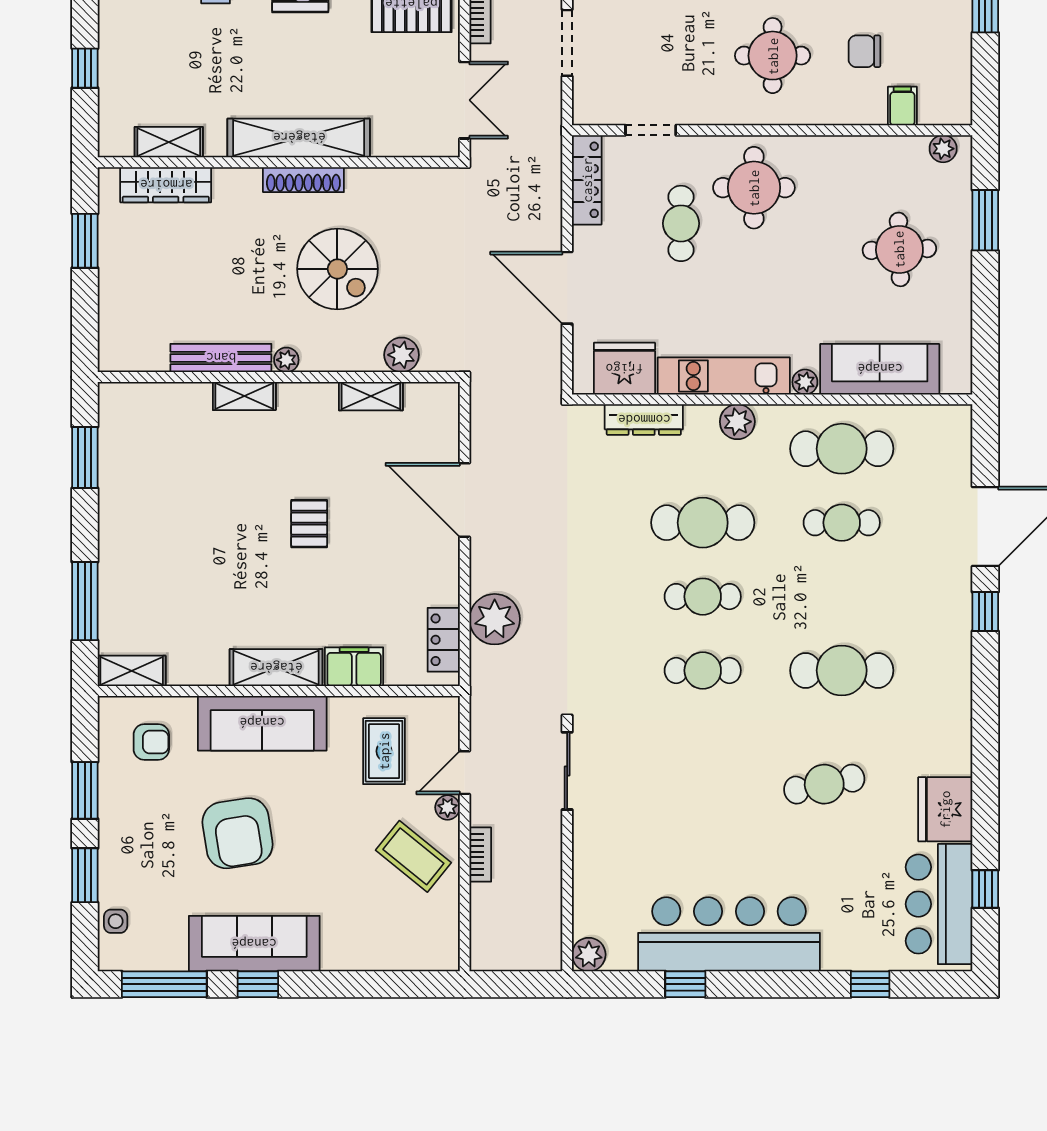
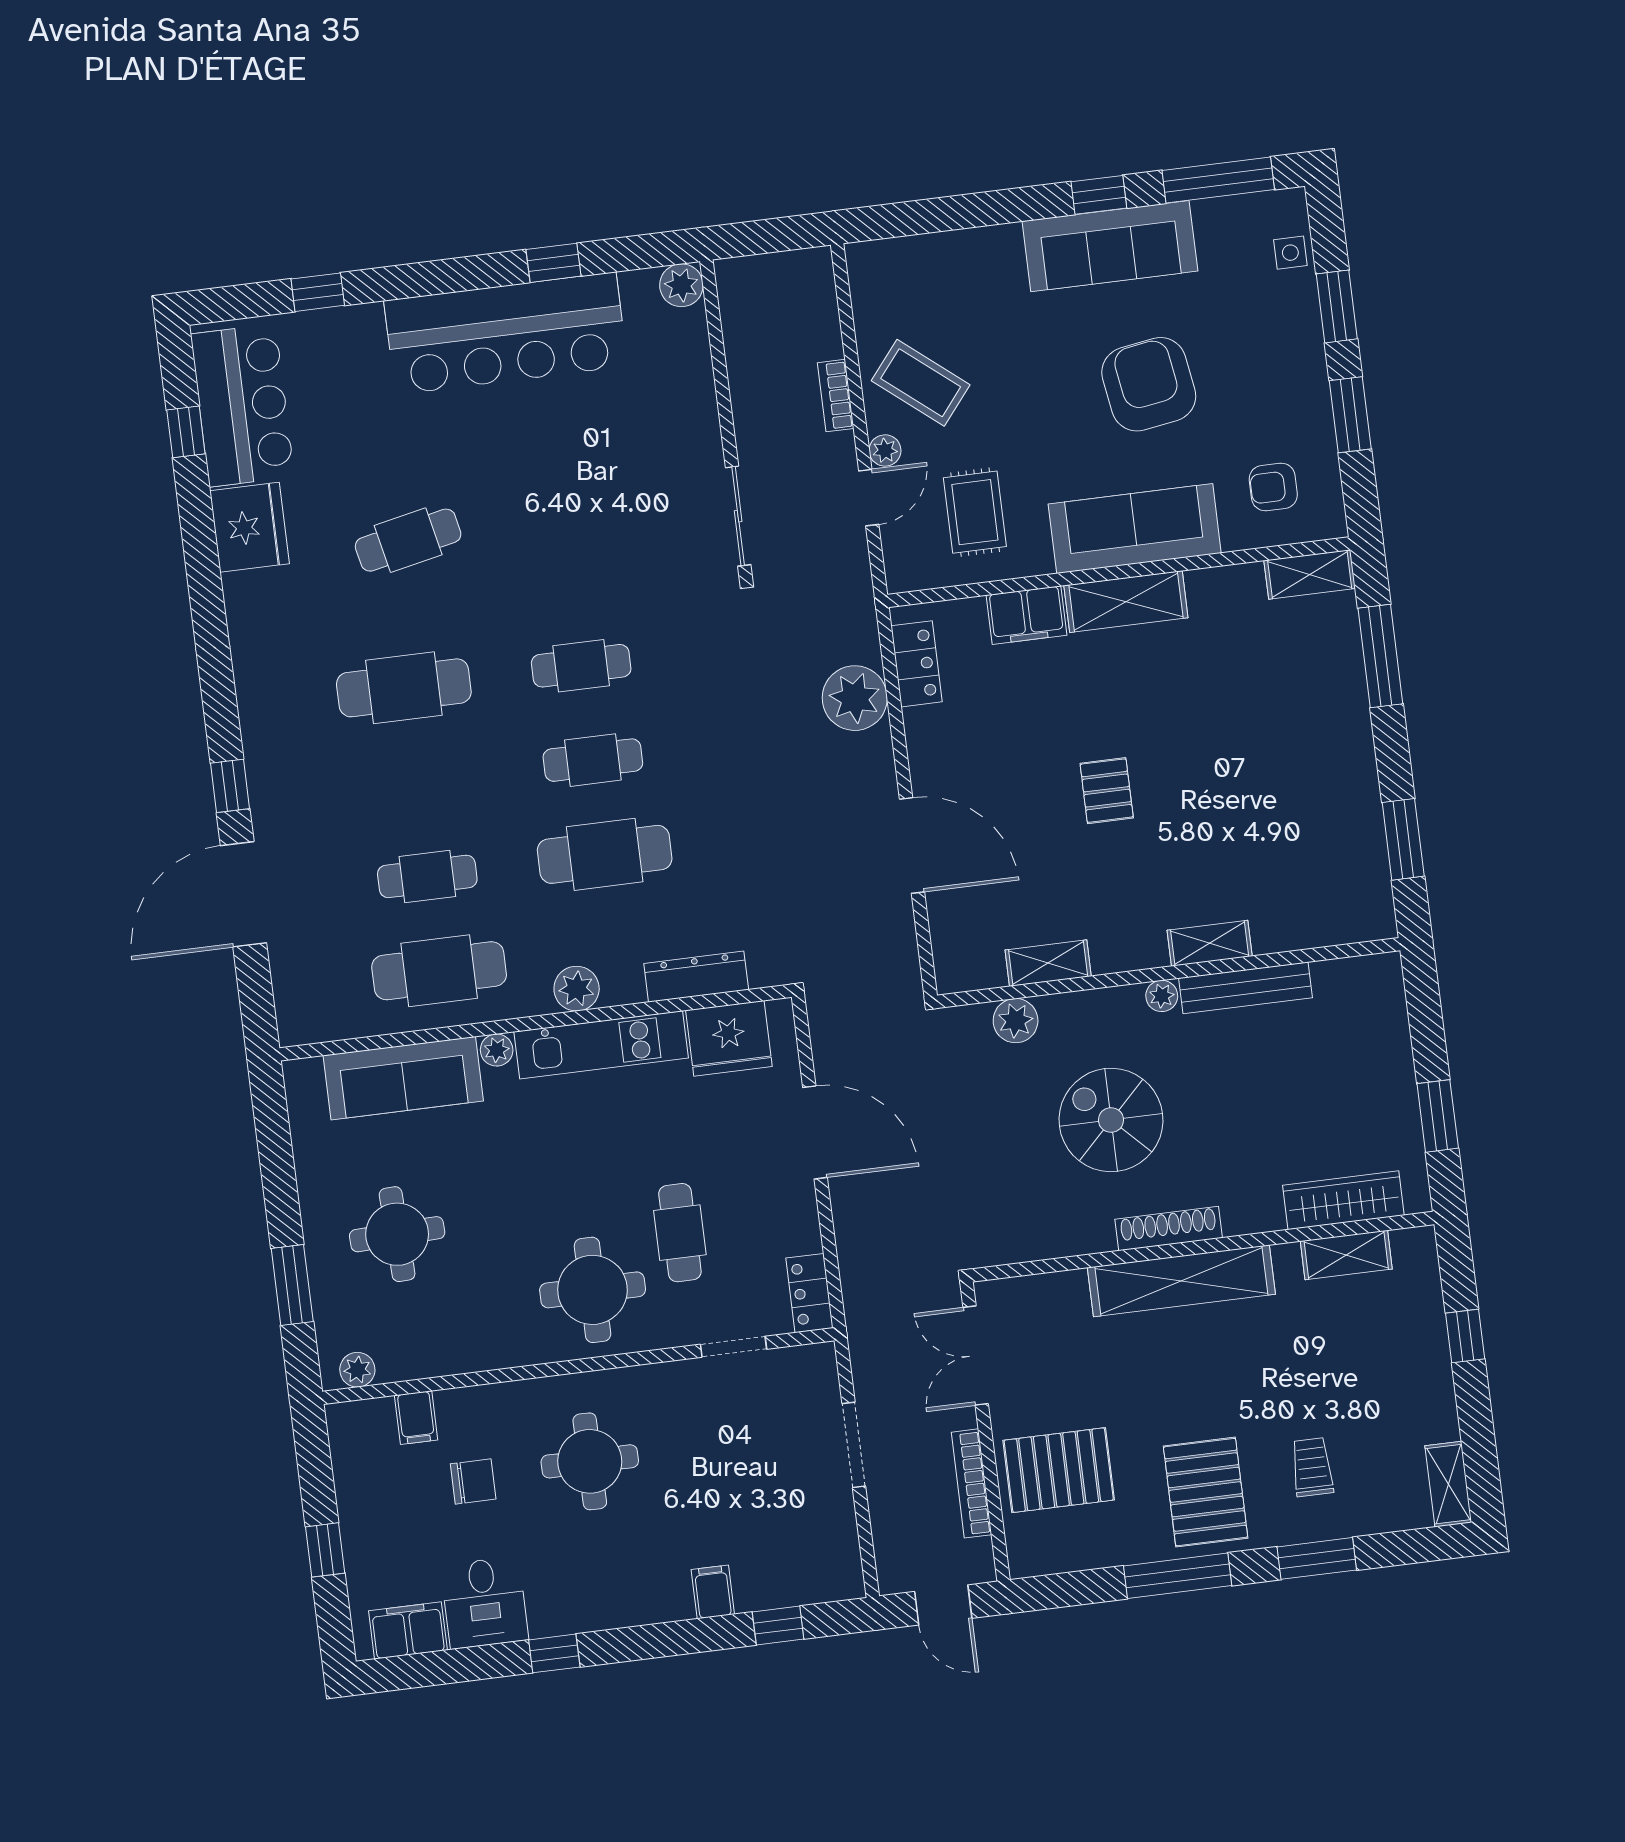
locker: (587, 180) -> (809, 1293), width x0.66

